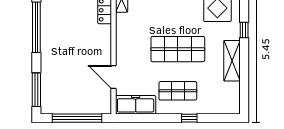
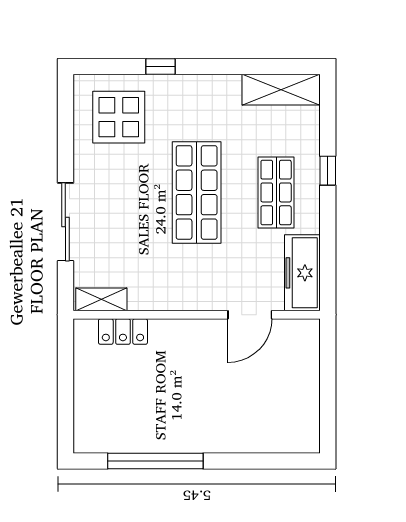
shelving: (232, 61) -> (281, 90), moved
window: (36, 90) -> (274, 461), removed
window: (77, 118) -> (328, 384), removed

